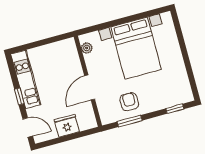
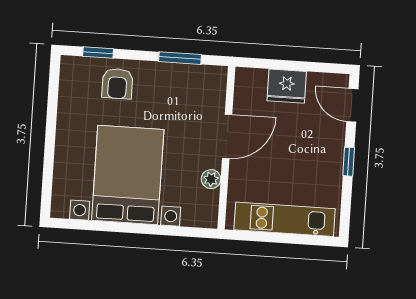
plant: (87, 48) -> (211, 179), moved
kitchen unit: (26, 79) -> (285, 219), moved, turned 90
armchair: (129, 102) -> (117, 84), moved

